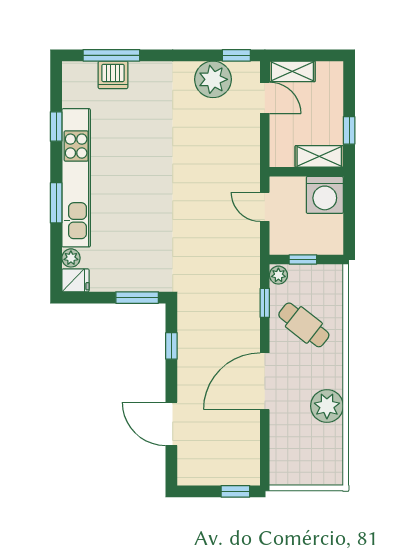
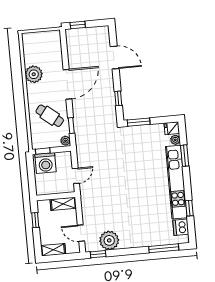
shelving: (292, 71) -> (53, 250), moved
dishwasher: (113, 75) -> (181, 227), moved, turned -90
shelving: (319, 156) -> (63, 204), moved
washing machine: (325, 195) -> (46, 163), moved, turned 180
window: (56, 203) -> (185, 156), moved
door: (265, 207) -> (76, 176), hinge flipped
window: (303, 259) -> (43, 151), moved

